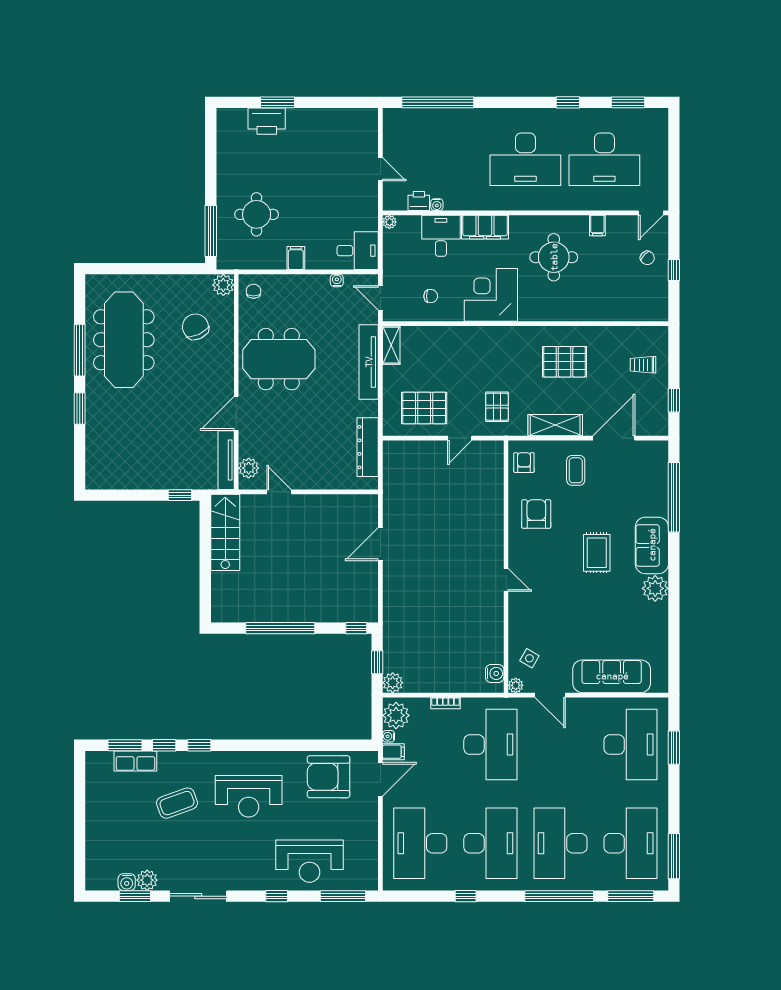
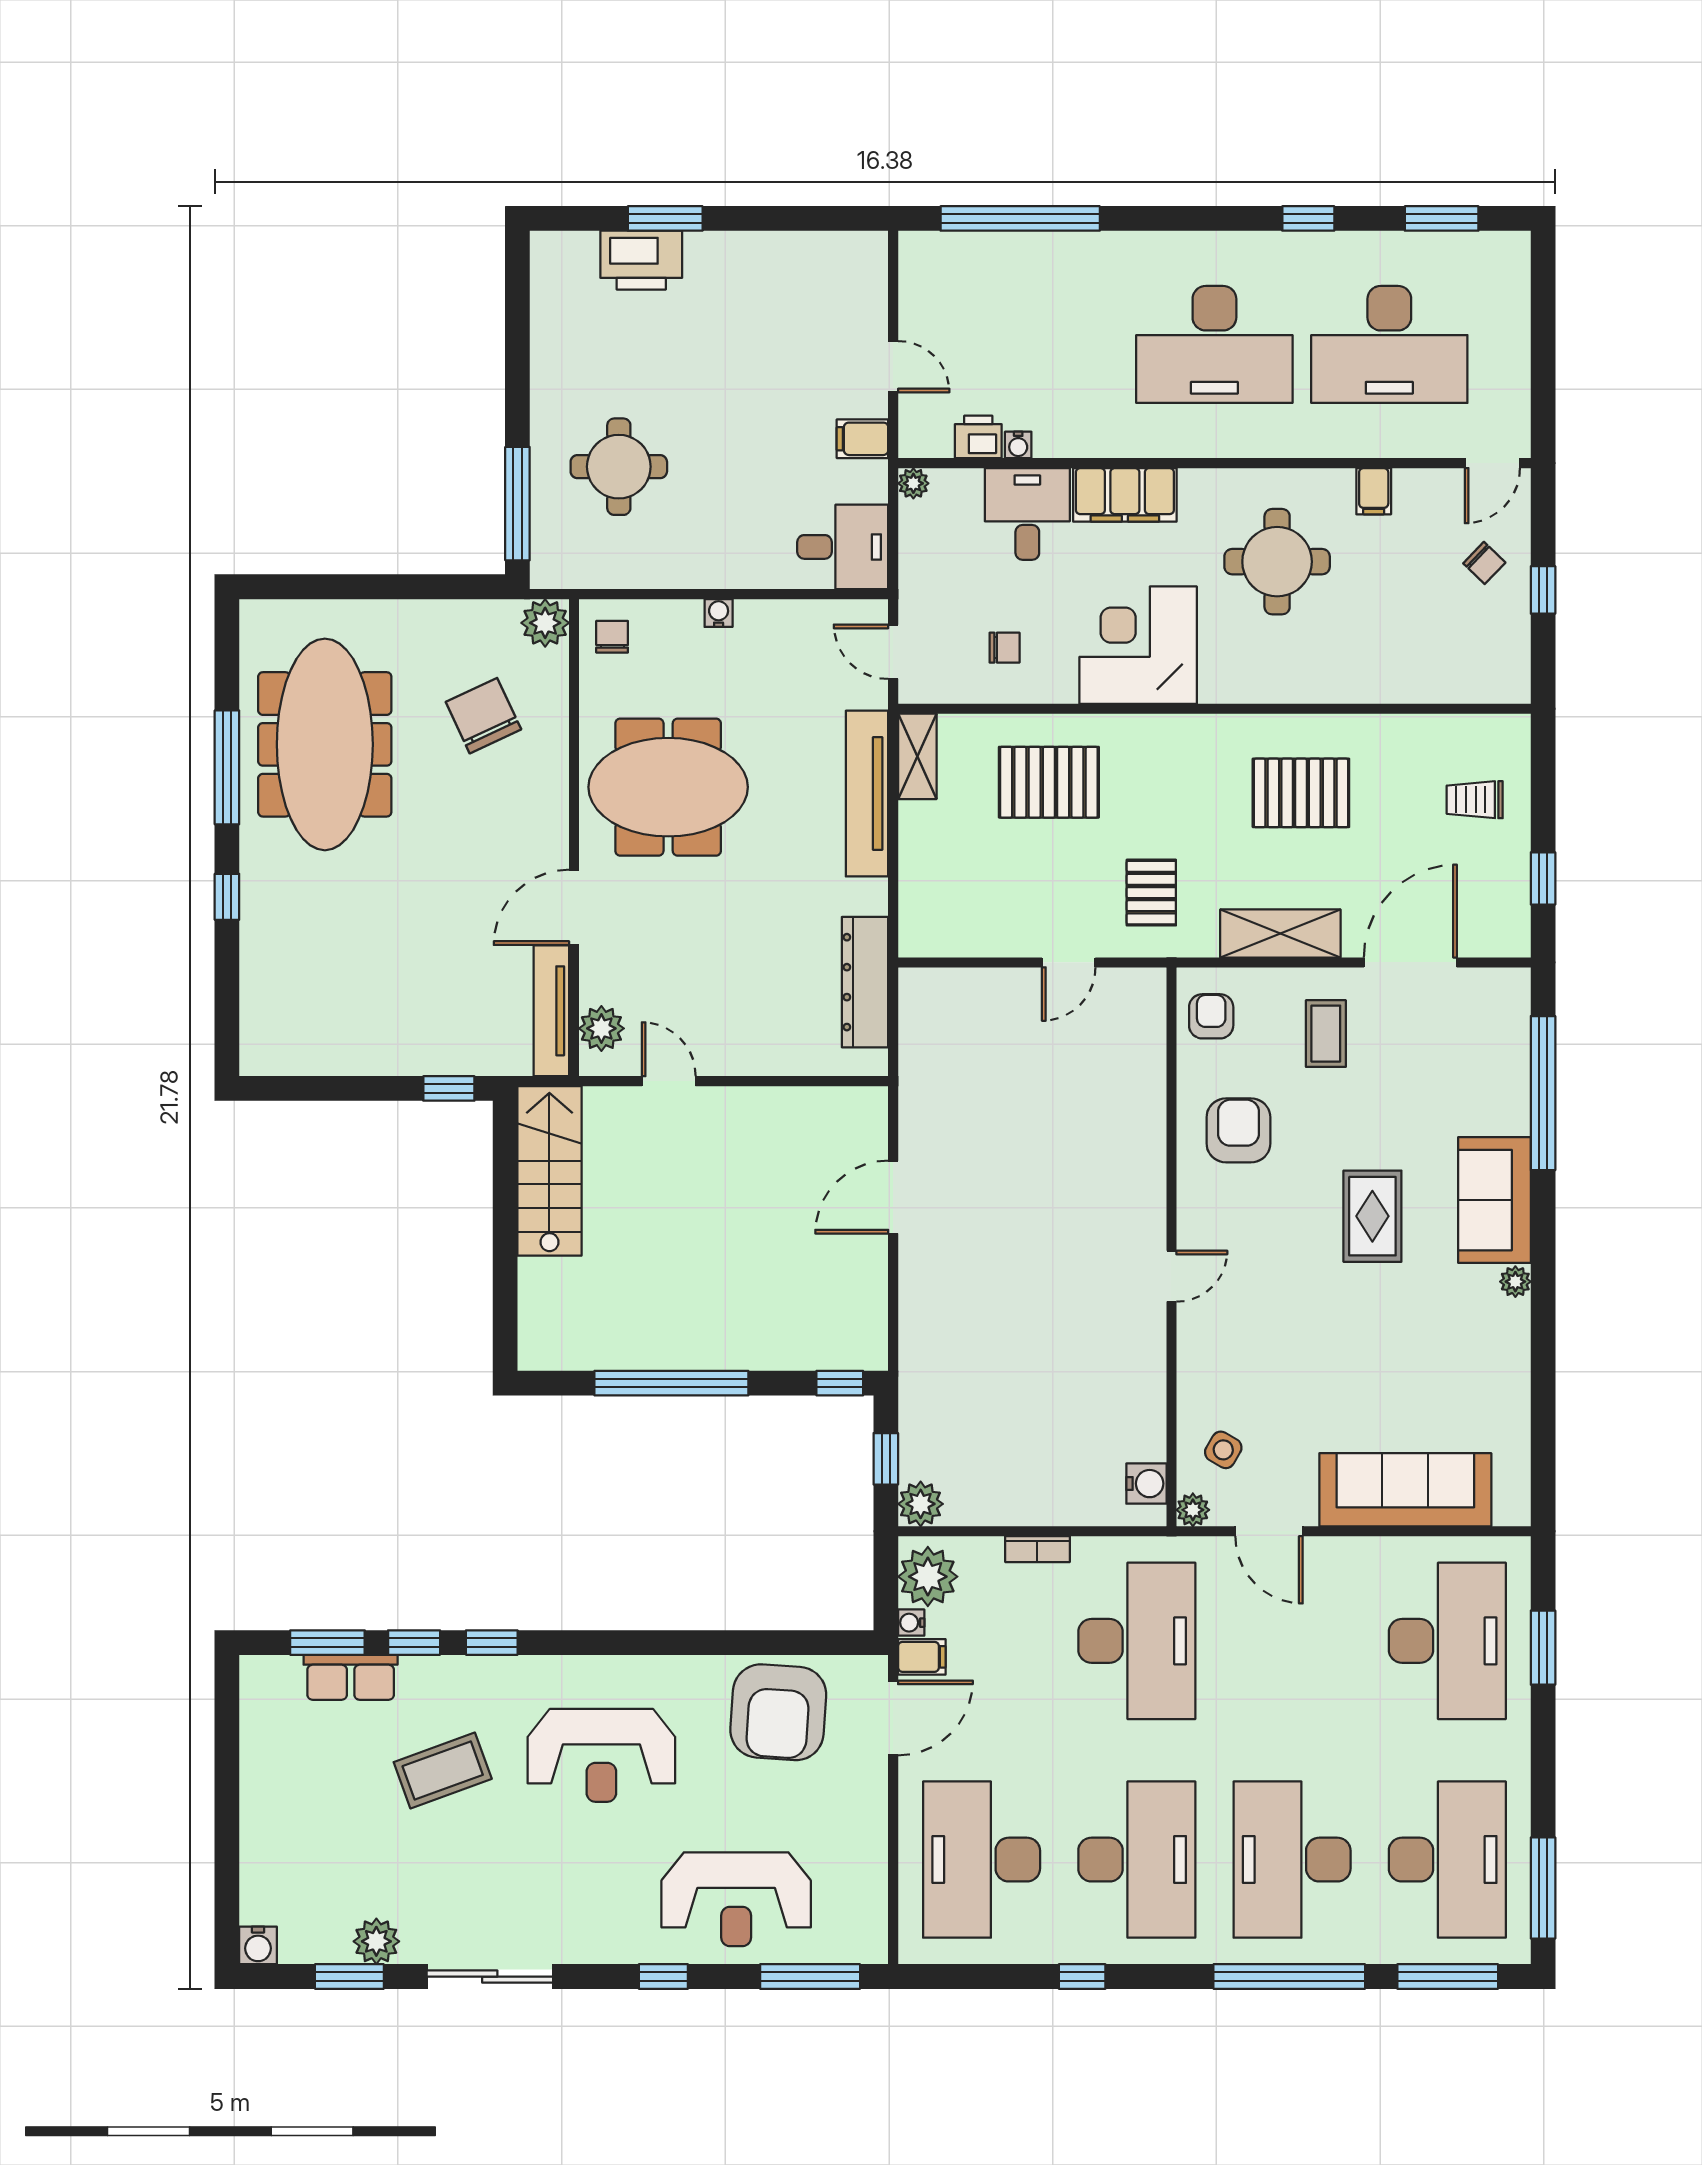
filing cabinet: (296, 258) -> (862, 439), moved, turned -90
water cooler: (337, 280) -> (719, 613), moved
pallet: (424, 408) -> (1049, 782), moved
window: (80, 409) -> (227, 897), width x0.67
door: (506, 580) -> (1171, 1276), hinge flipped
plant: (655, 588) -> (1515, 1282), width x0.53, depth x0.53
armchair: (329, 777) -> (778, 1712), turned -86
water cooler: (127, 882) -> (258, 1945), moved

